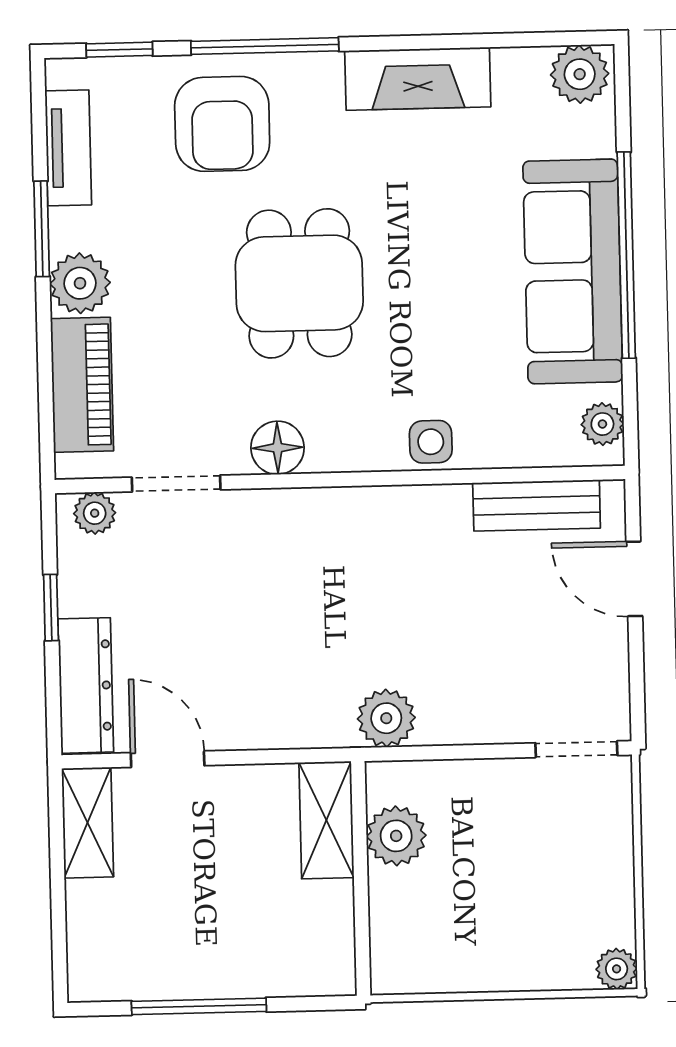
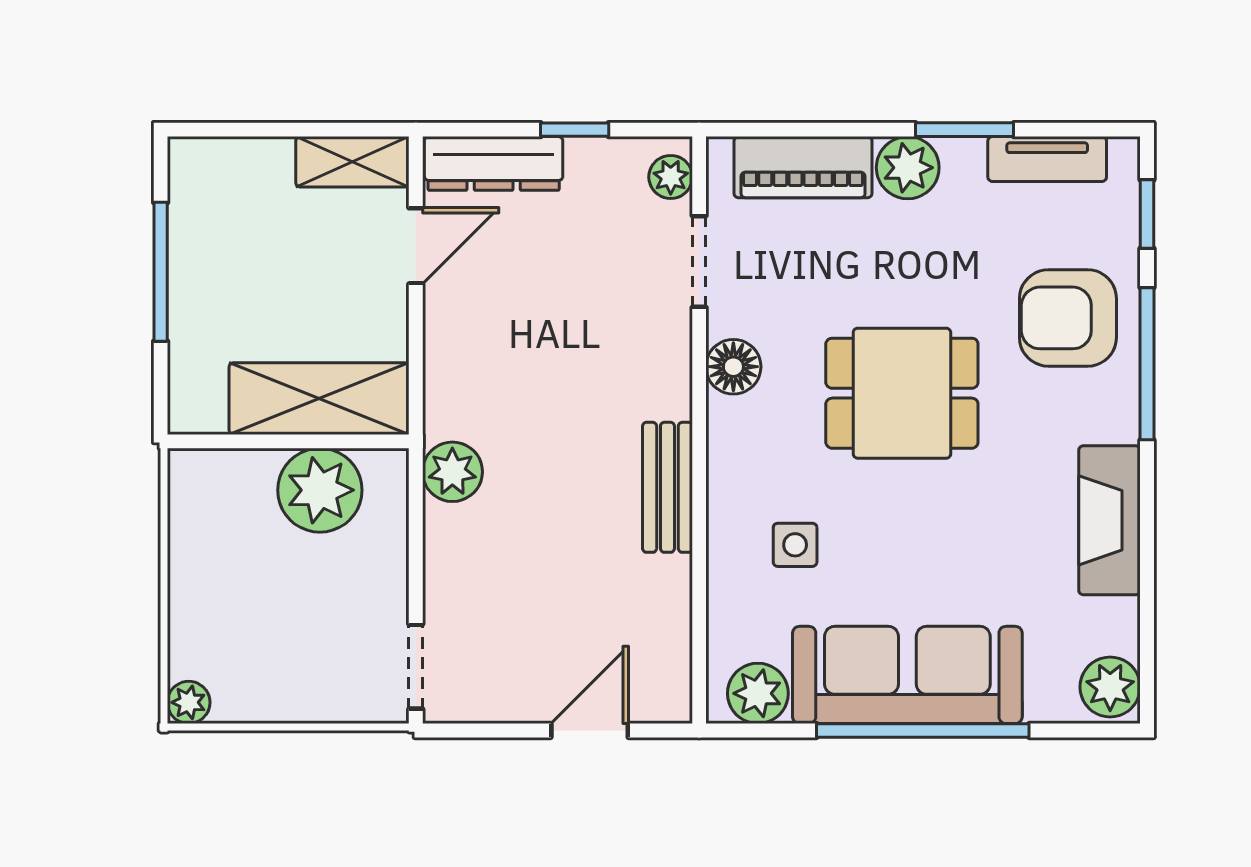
plant: (602, 424) -> (758, 693), width x1.38, depth x1.38
side table: (431, 442) -> (795, 545), moved
bench: (537, 505) -> (667, 487), moved
shelving: (326, 820) -> (319, 399), width x1.50, depth x1.33
plant: (396, 836) -> (320, 490), width x1.36, depth x1.36

